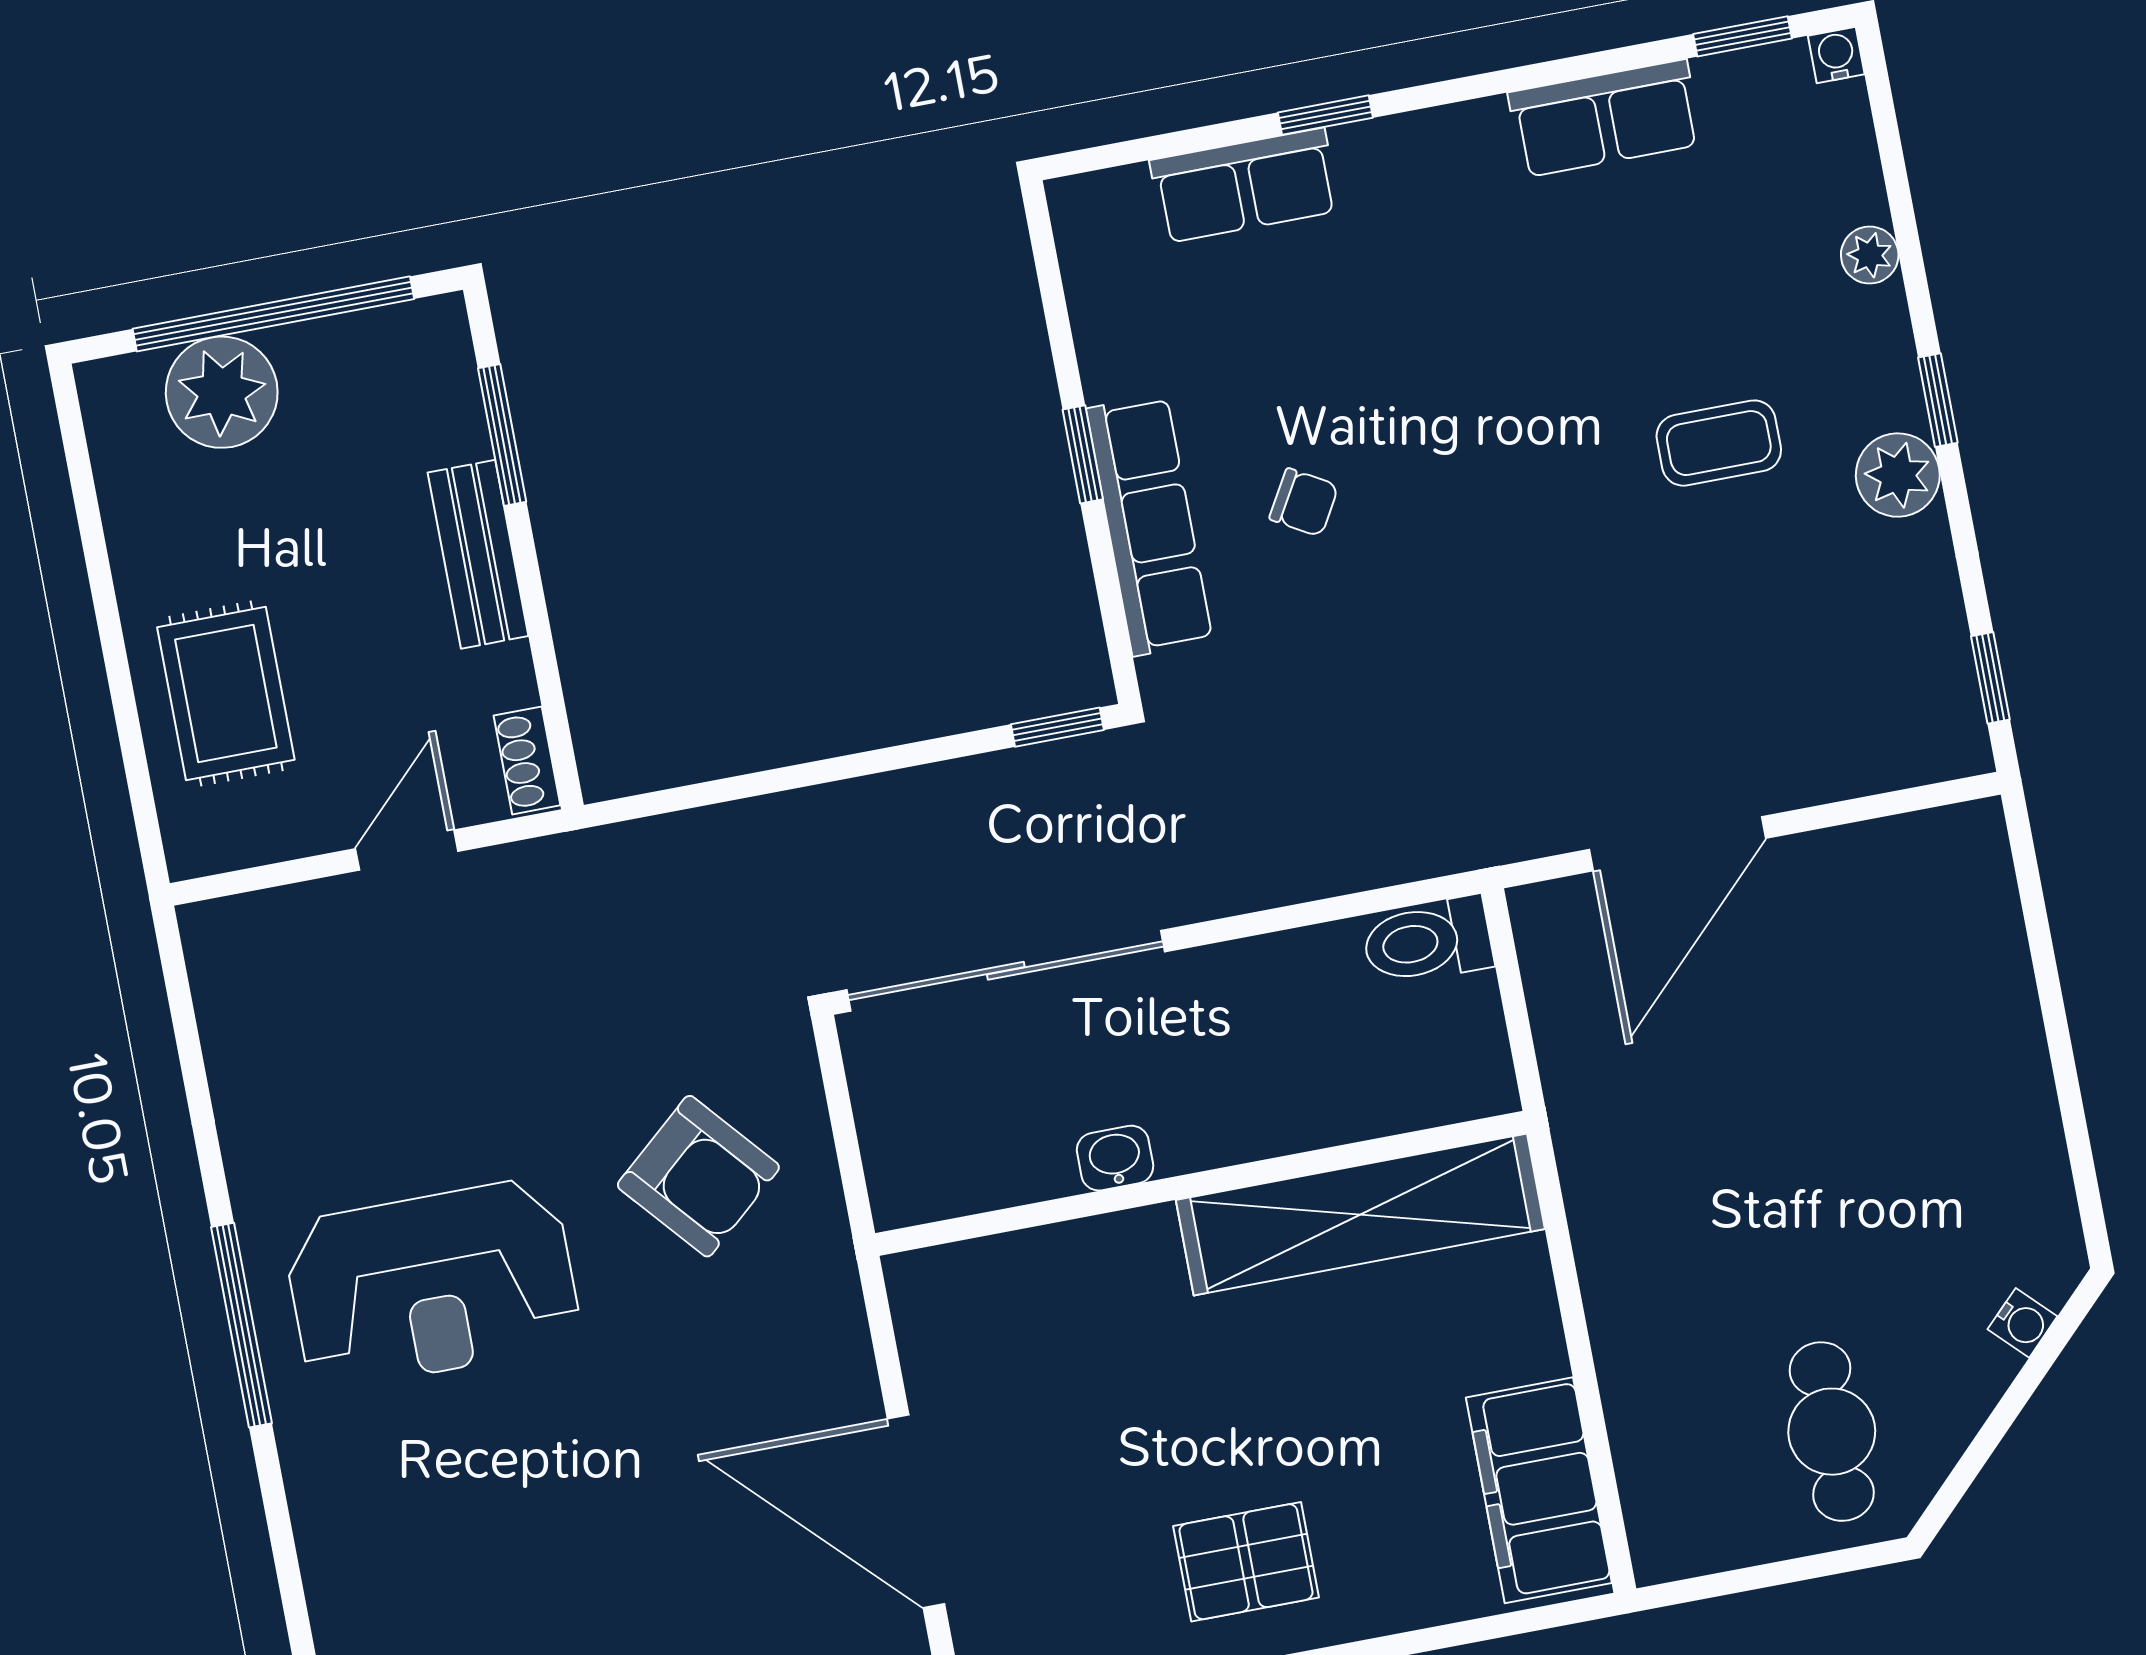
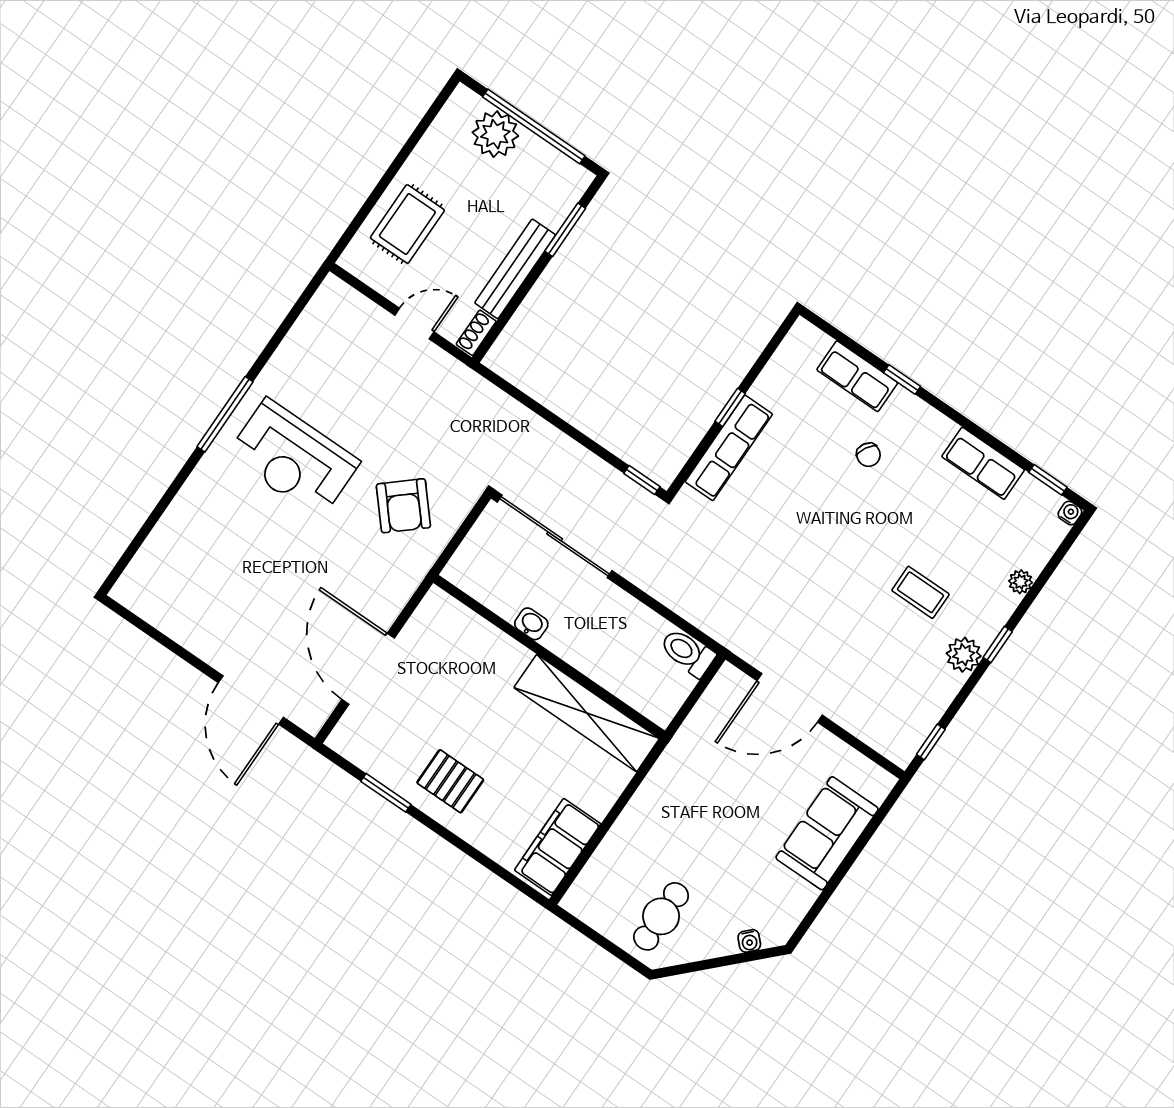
chair: (1304, 502) -> (868, 455), moved
bench: (478, 554) -> (515, 269), width x1.36
sofa: (1971, 1009) -> (827, 833), added

